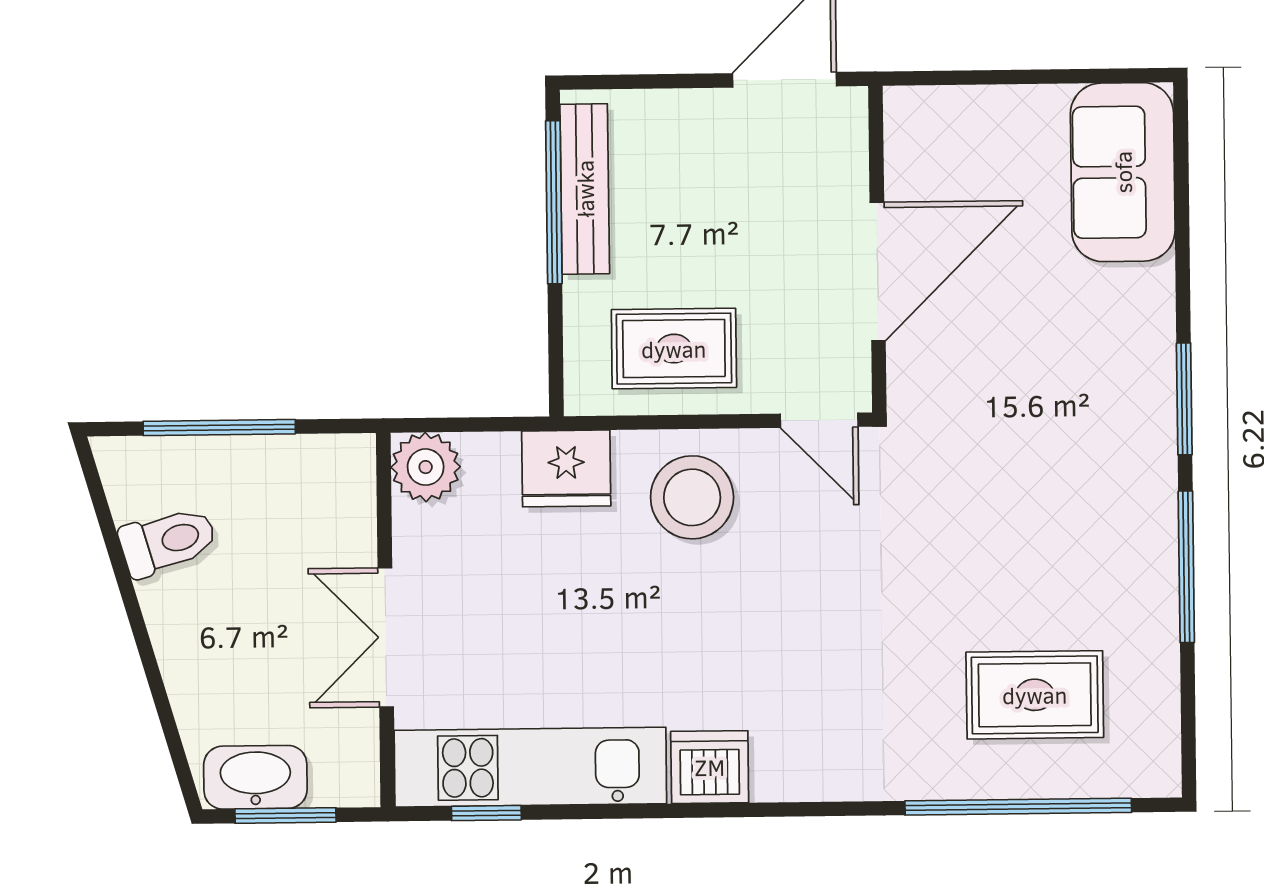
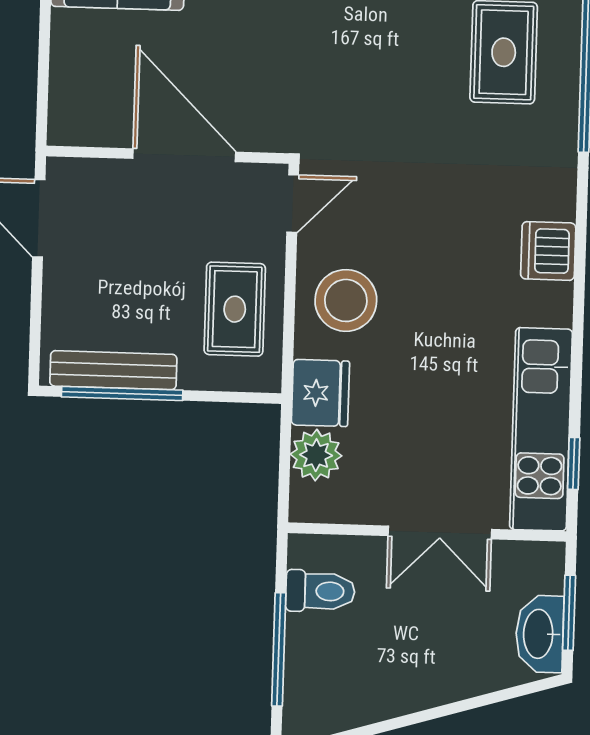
plant: (426, 467) -> (316, 455), moved
toilet: (168, 541) -> (320, 591), moved, turned 106
dishwasher: (710, 767) -> (548, 251), moved

